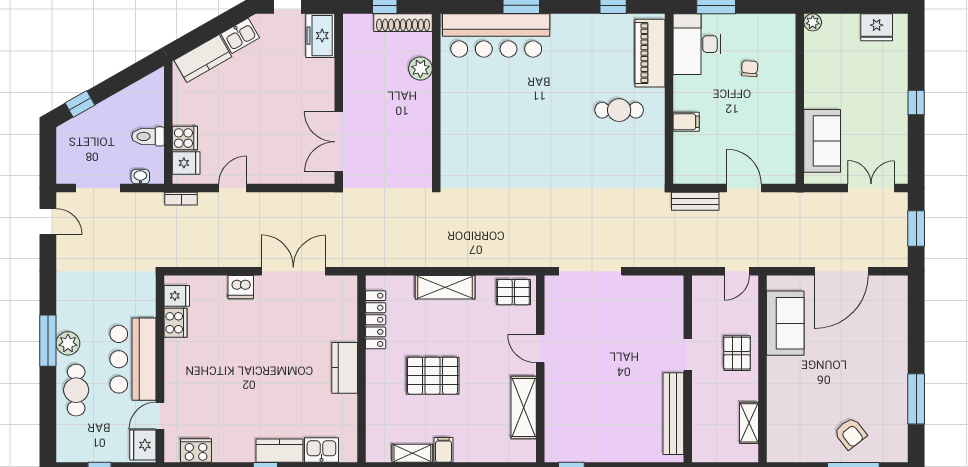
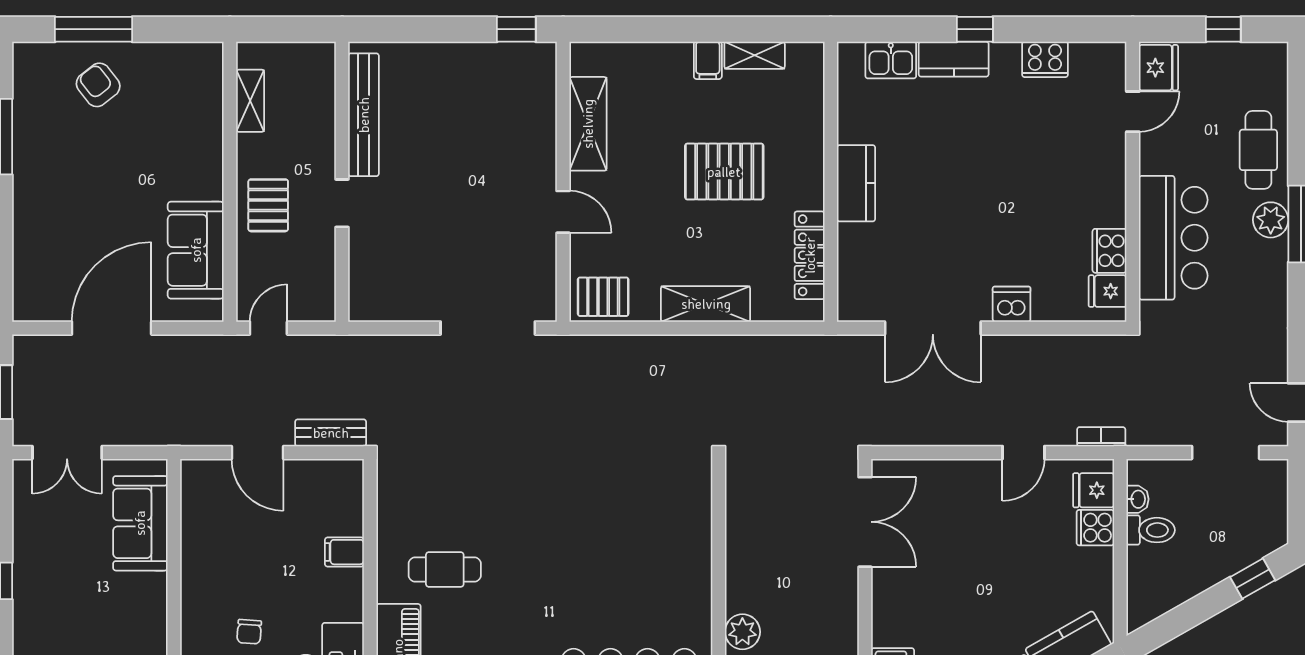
washbasin: (140, 177) -> (1138, 499), moved, turned -90
bar counter: (133, 359) -> (1173, 238), moved
cooker: (196, 450) -> (1045, 59), moved

